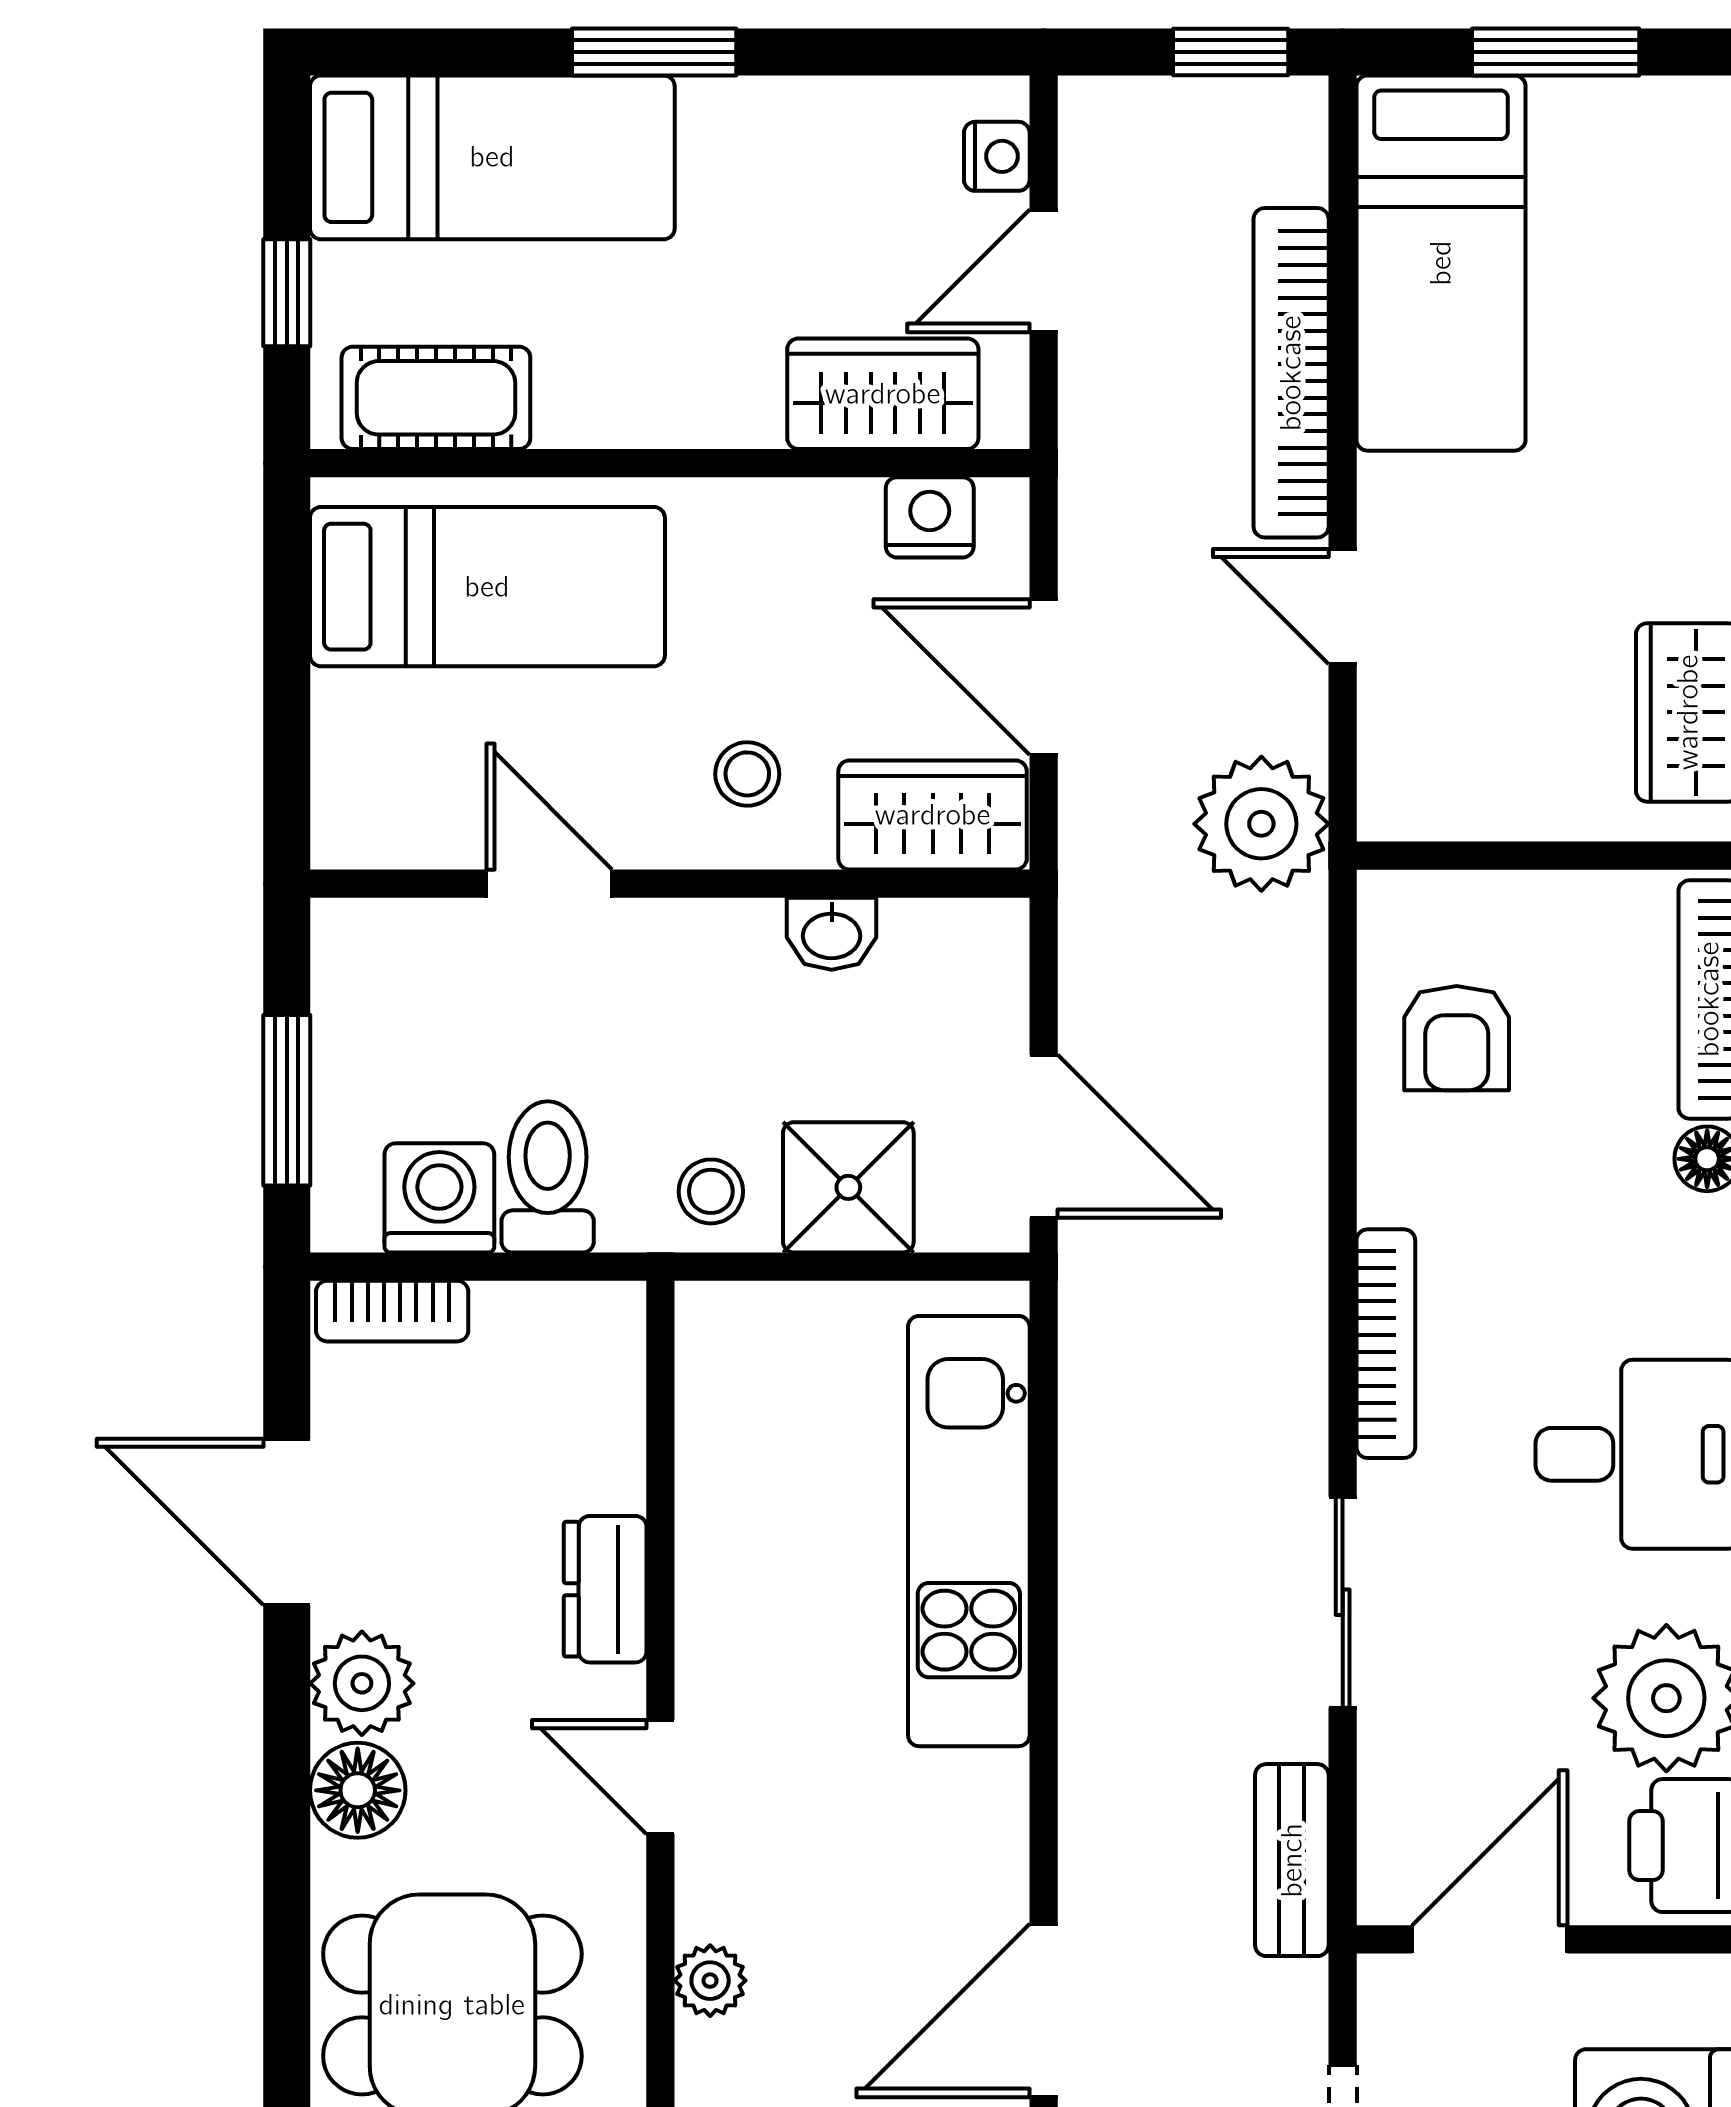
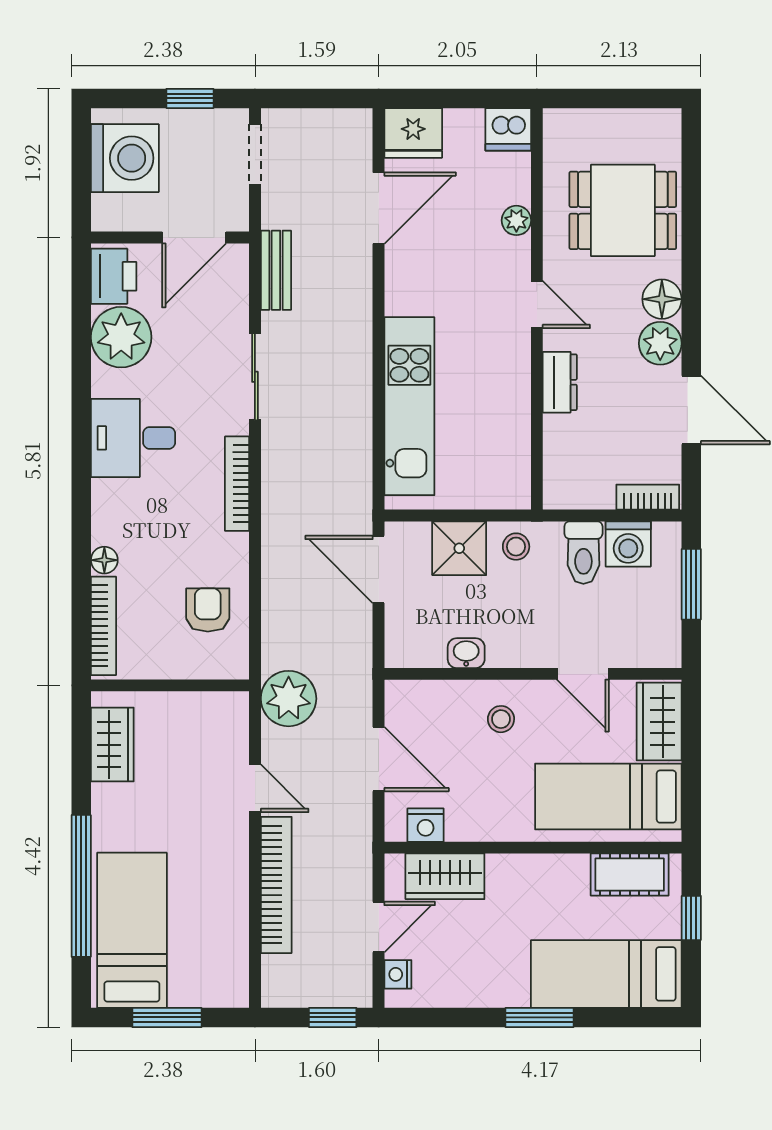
window: (1231, 52) -> (333, 1017), moved
bed: (1441, 263) -> (132, 930), moved
wardrobe: (933, 815) -> (659, 722), moved, turned 90

